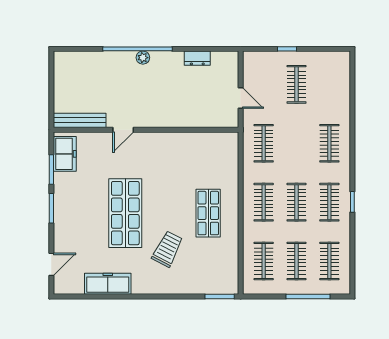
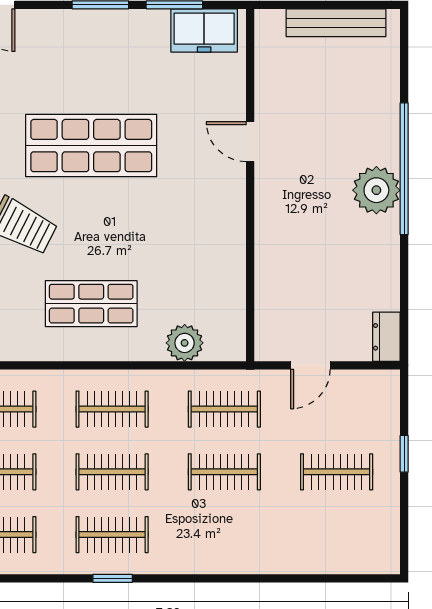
plant: (143, 58) -> (376, 190), width x1.87, depth x1.87
dresser: (197, 58) -> (386, 337), moved
bench: (80, 120) -> (336, 23), moved, turned 90
clothes rail: (329, 143) -> (224, 472), moved
plant: (229, 164) -> (185, 343), added

